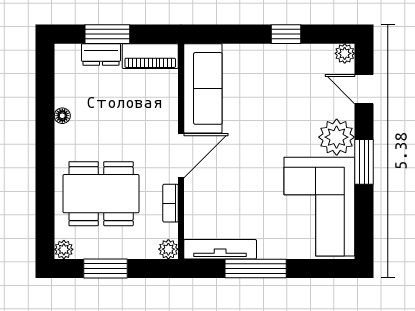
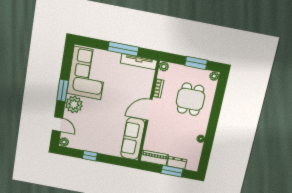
dining table: (101, 194) -> (191, 99), width x0.73

